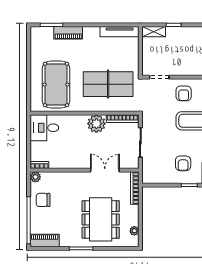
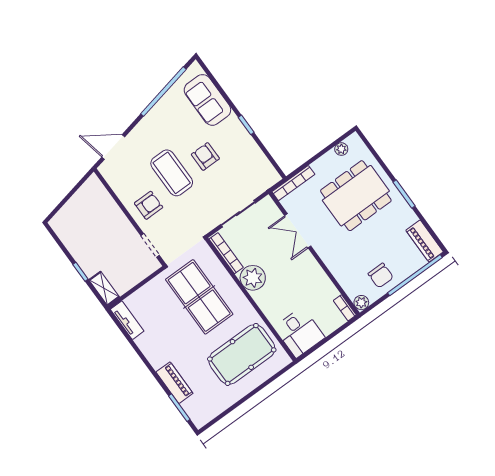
tv unit: (120, 32) -> (127, 320), width x0.71
armchair: (183, 163) -> (205, 156), moved, turned -90

